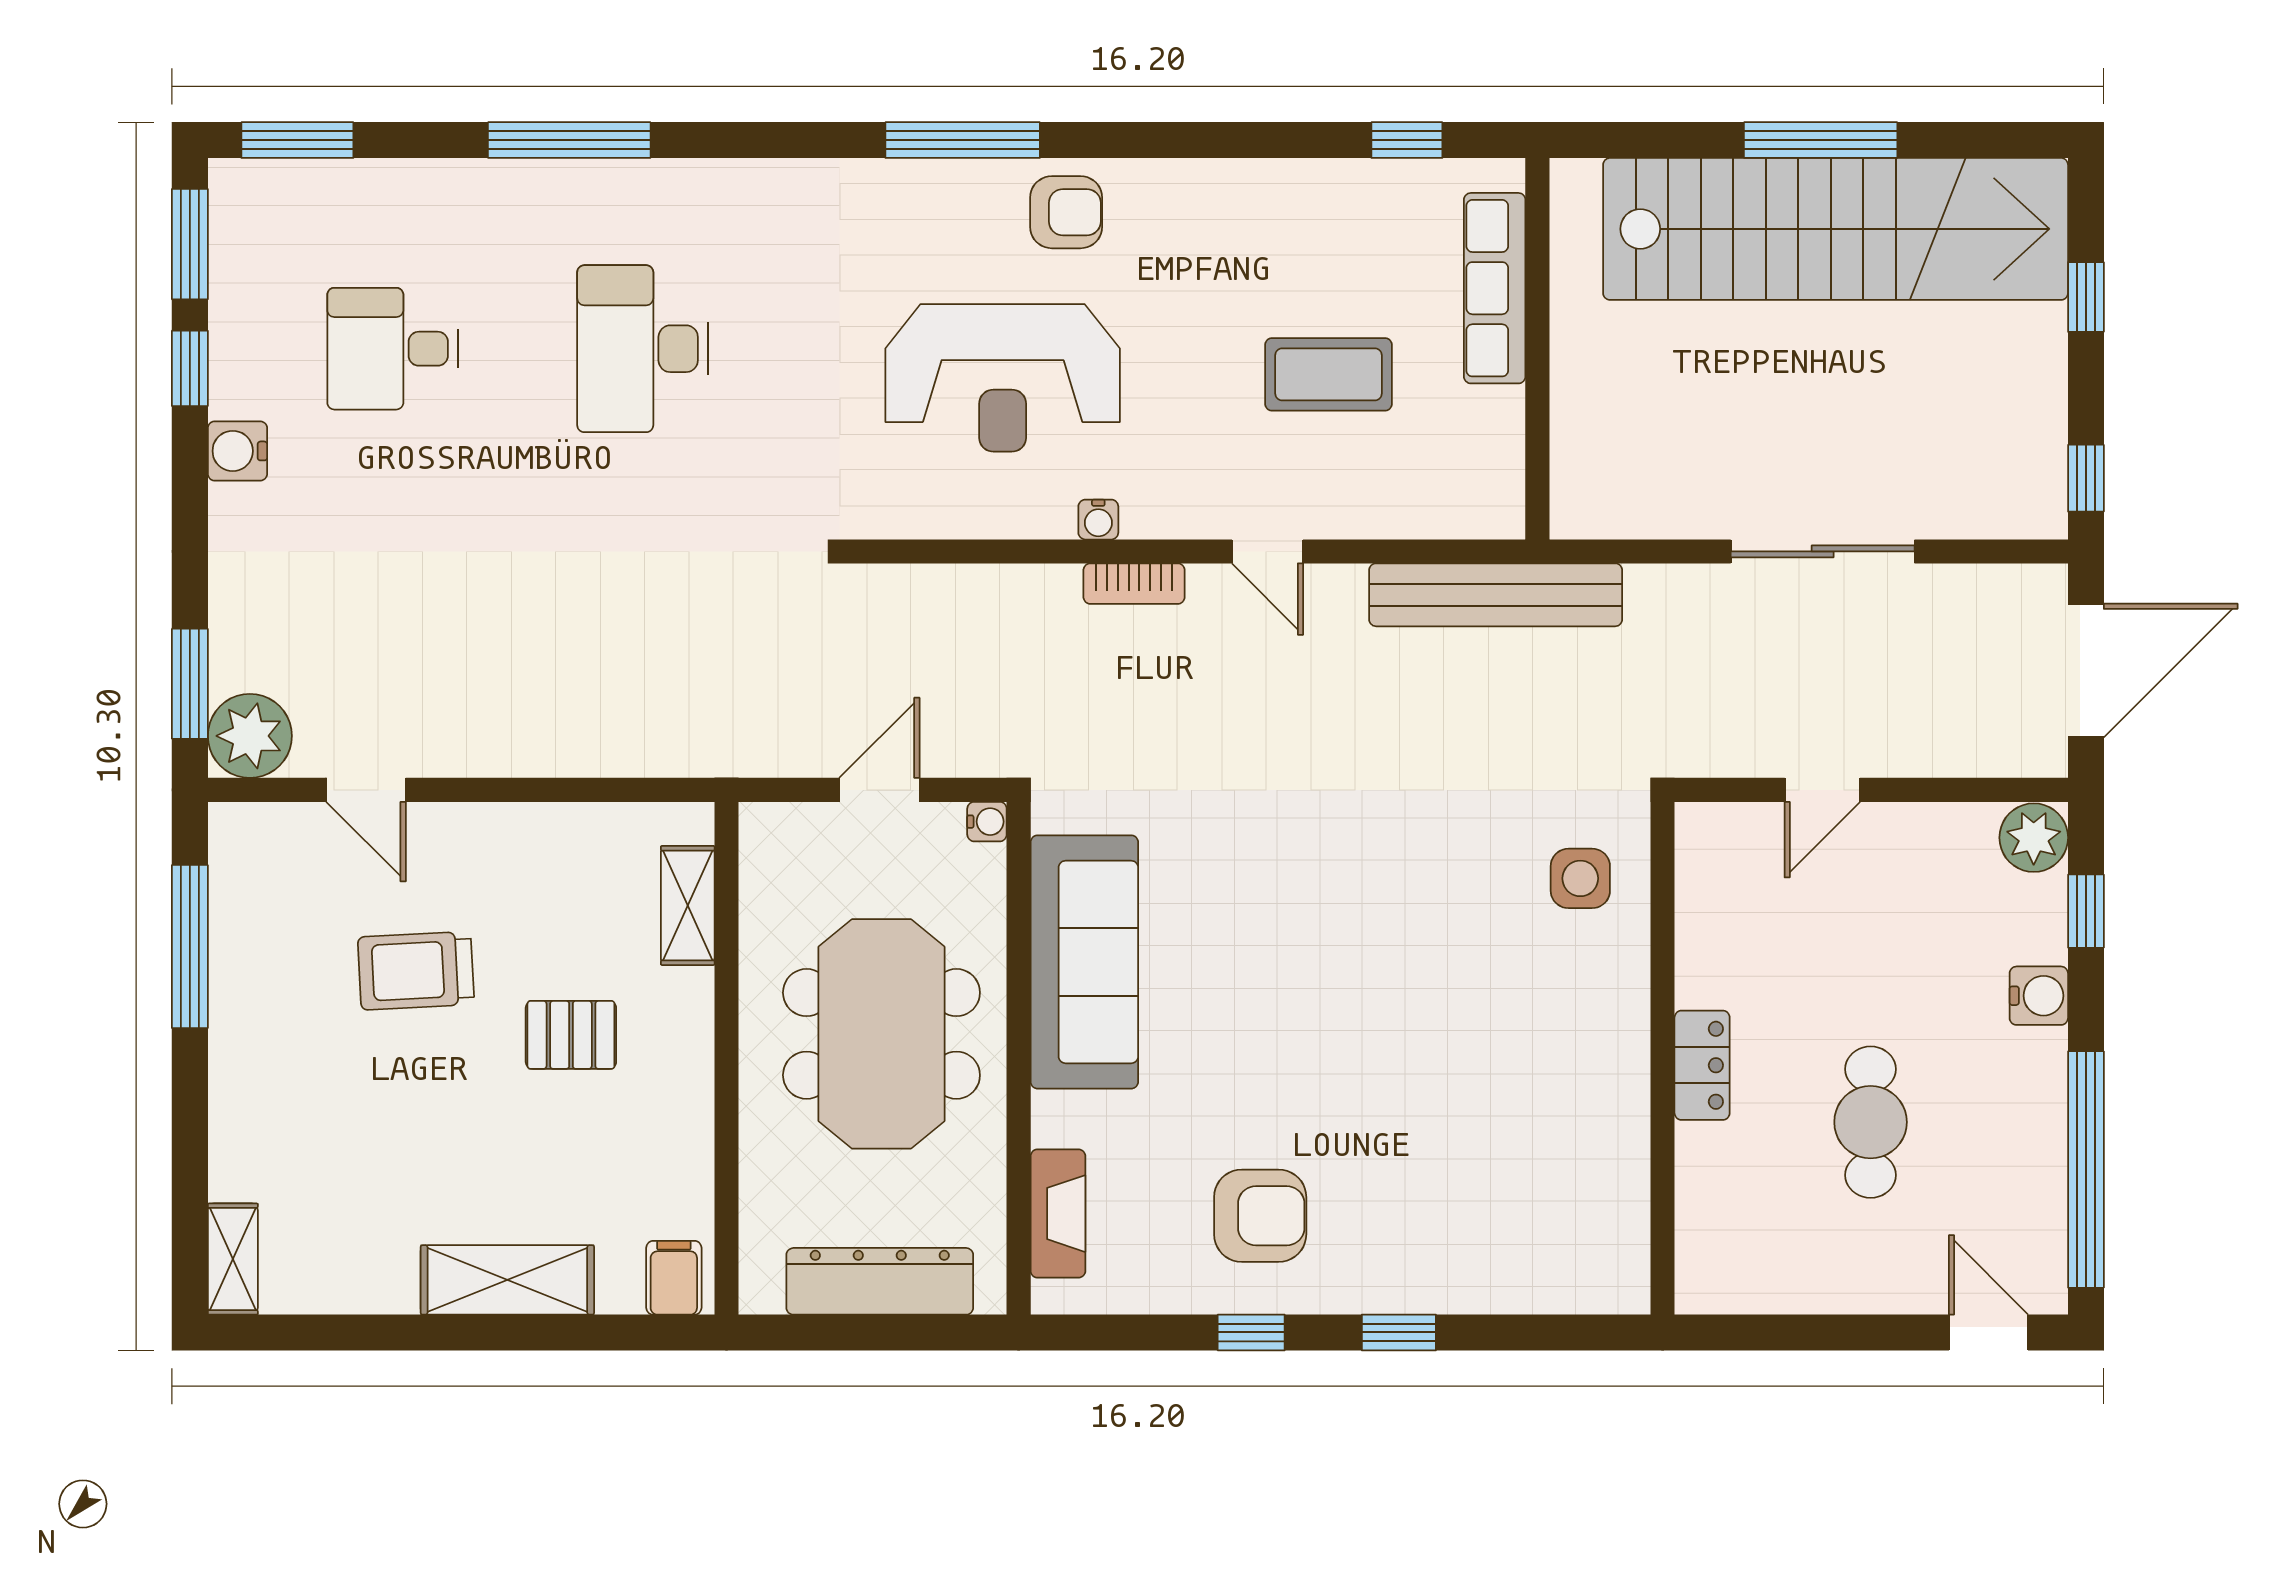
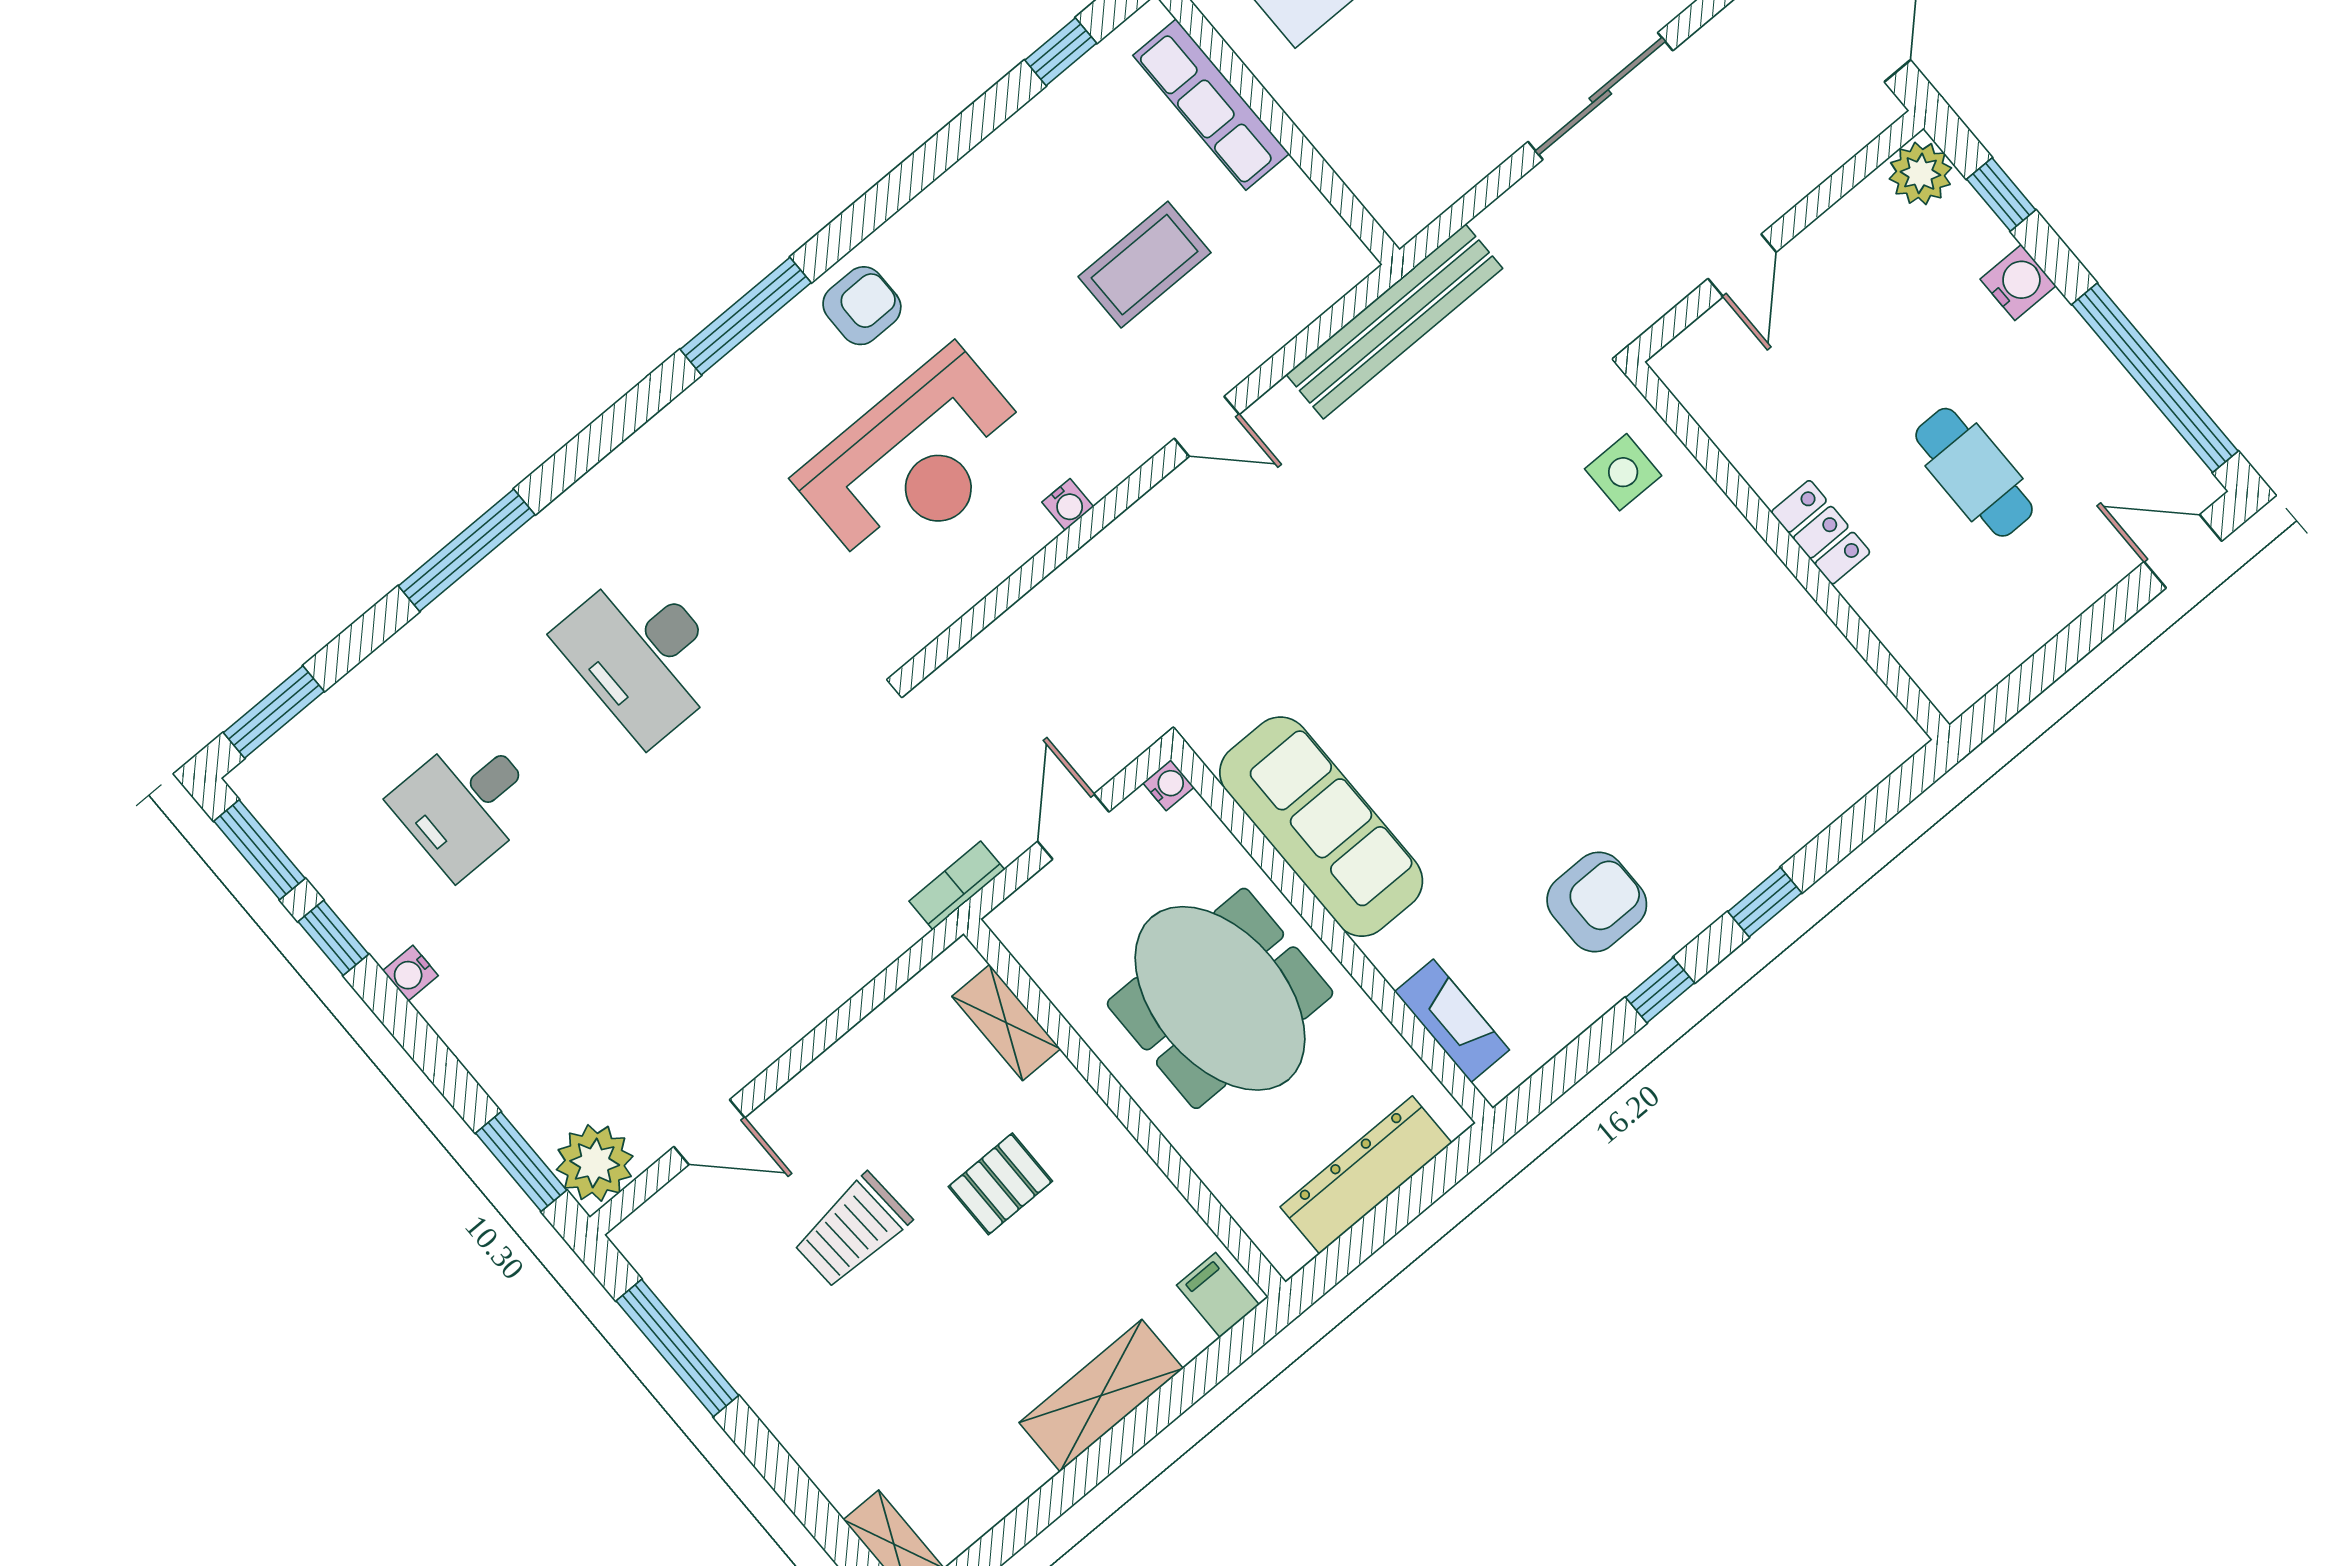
water cooler: (237, 451) -> (410, 973), width x0.72, depth x0.72
bookcase: (1134, 584) -> (957, 885), moved, turned 180

